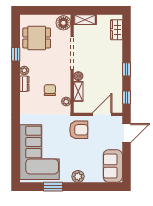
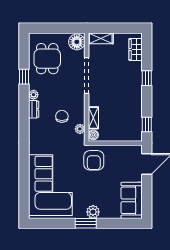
dining table: (37, 38) -> (47, 59), turned 90
window: (127, 69) -> (147, 78), moved
boiler: (78, 76) -> (93, 135), moved
door: (102, 114) -> (120, 143), removed
armchair: (79, 130) -> (94, 160), turned 90
window: (53, 187) -> (86, 223), moved

